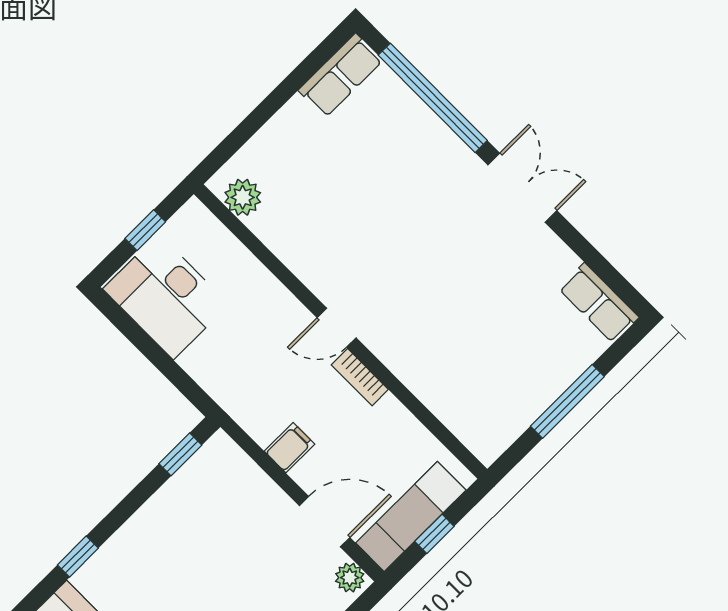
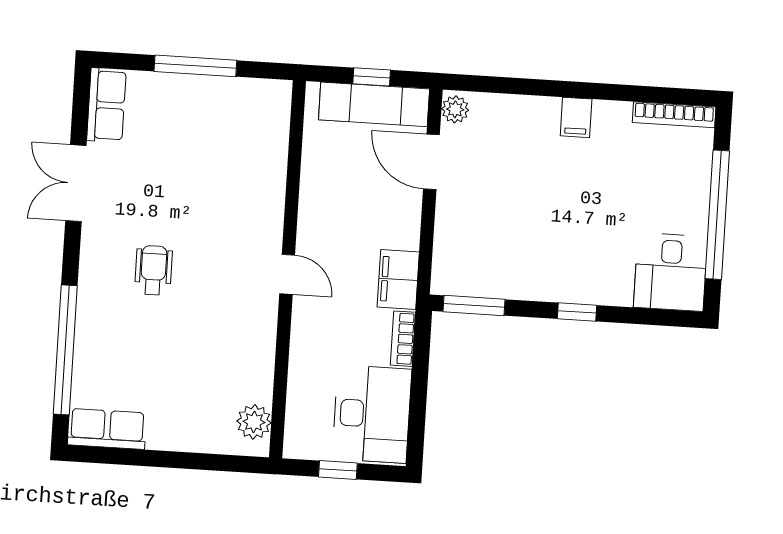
double door: (522, 188) -> (76, 183), moved
wheelchair: (434, 224) -> (154, 270), added
bookcase: (360, 377) -> (403, 339), moved, turned 180
filing cabinet: (289, 448) -> (398, 280), moved, width x2.00
window: (180, 454) -> (474, 305), width x1.50
window: (78, 557) -> (577, 312), moved

